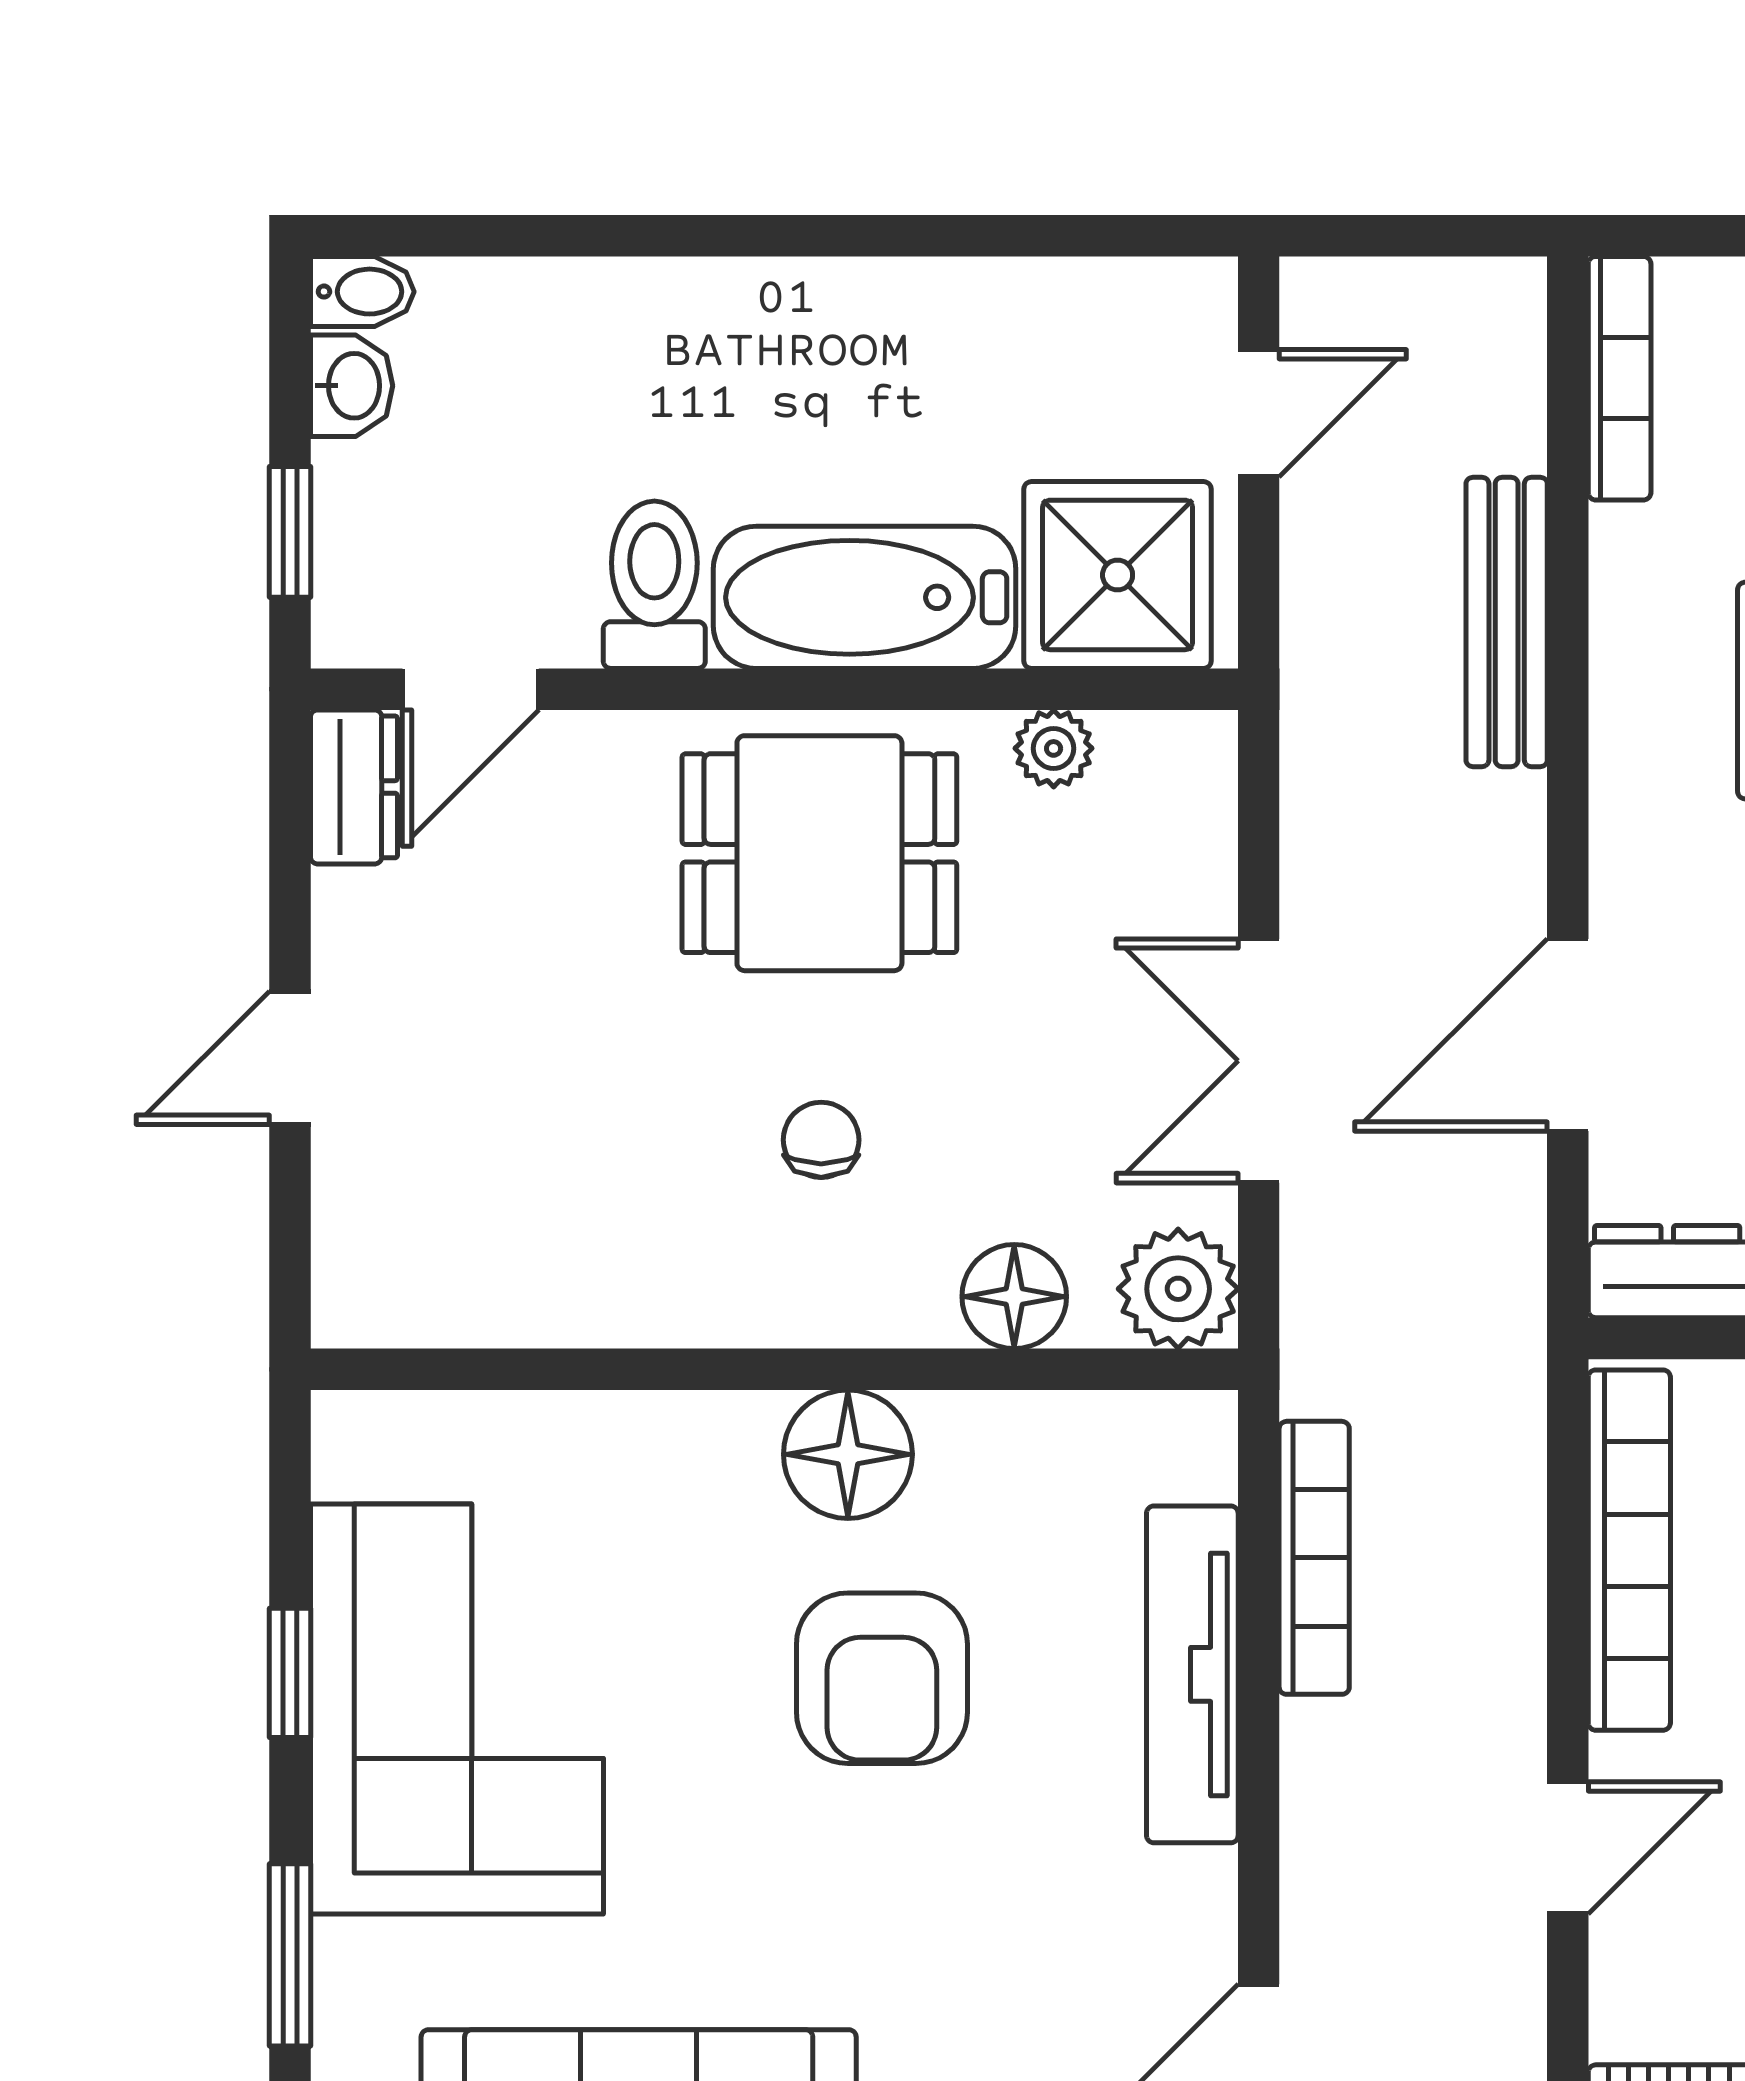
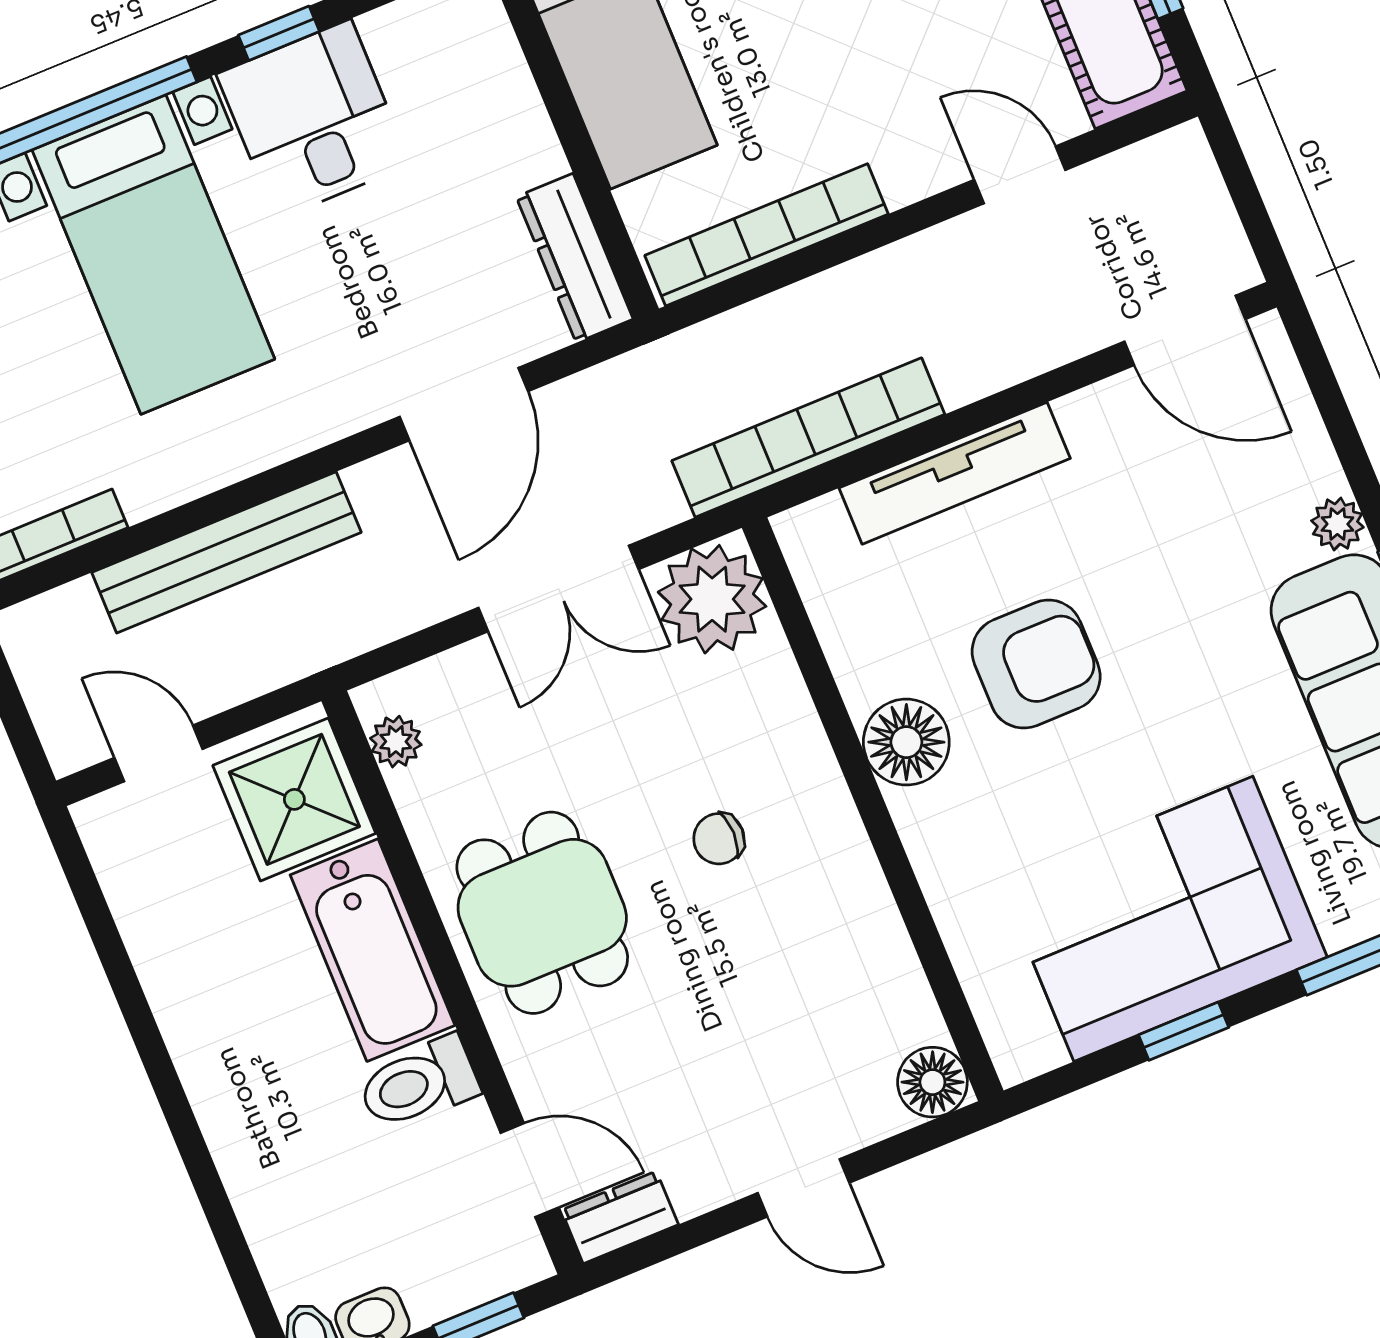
bench: (1507, 622) -> (226, 552), width x1.37, depth x1.21
plant: (1054, 748) -> (396, 742), moved
door: (1568, 1035) -> (464, 404), hinge flipped
plant: (1178, 1289) -> (712, 599), width x1.36, depth x1.36
floor lamp: (1014, 1297) -> (932, 1082), moved
bookcase: (1314, 1558) -> (808, 437), width x1.48, depth x1.31
door: (1568, 1848) -> (1020, 175), moved

